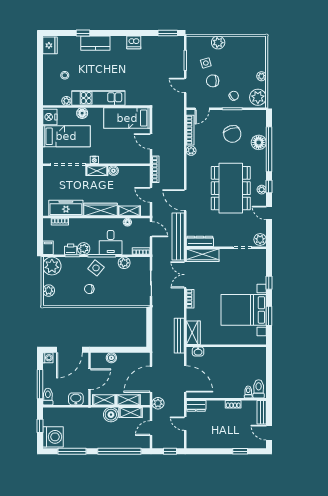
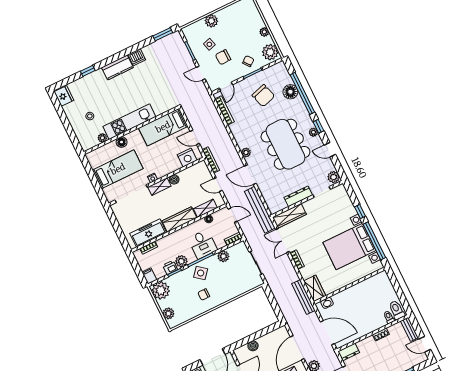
kitchen counter: (95, 43) -> (117, 67), moved
nightstand: (50, 117) -> (187, 158), moved, turned -90
plant: (191, 151) -> (246, 153), moved
dresser: (200, 241) -> (298, 196), moved
window: (269, 316) -> (374, 241), width x2.11

